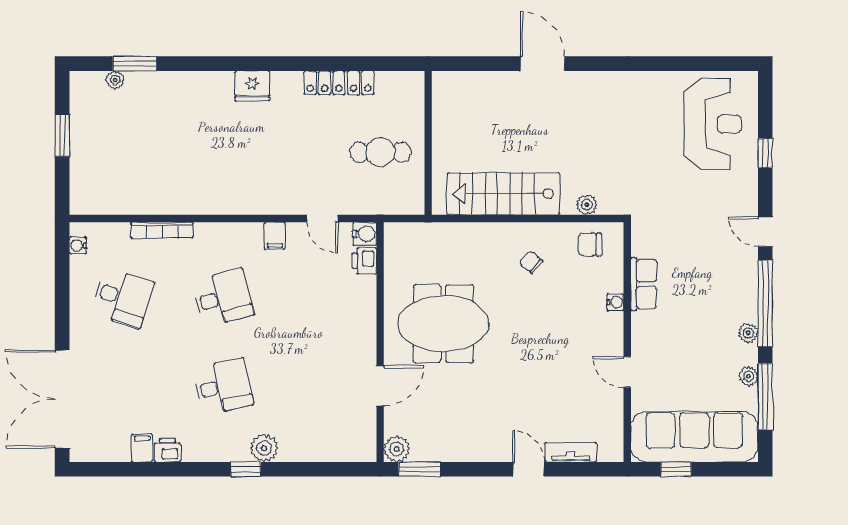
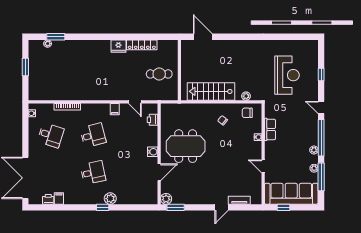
door: (543, 64) -> (203, 37), moved
fridge: (252, 86) -> (118, 46), moved
reception desk: (713, 124) -> (287, 75), moved
water cooler: (365, 234) -> (153, 152), moved
printer: (167, 450) -> (48, 199), moved
door: (528, 469) -> (221, 207), swing flipped

